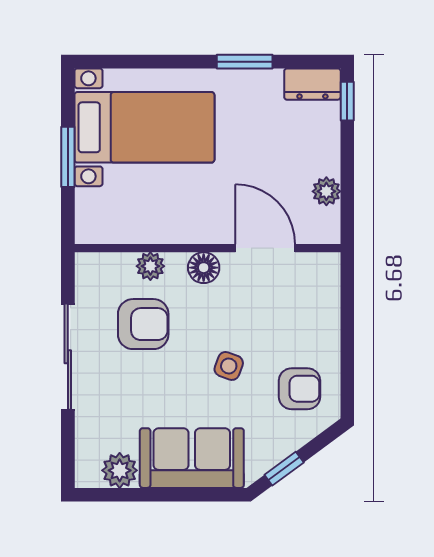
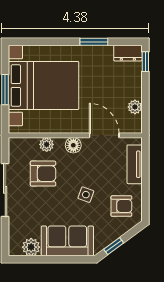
bed with nightstands: (144, 127) -> (44, 85), width x1.36
tv unit: (326, 306) -> (135, 164), added

